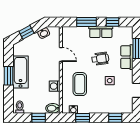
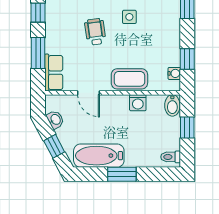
row of seats: (101, 32) -> (54, 73), moved
door: (61, 54) -> (89, 93), swing flipped
bathtub: (21, 72) -> (99, 156), moved
coffee table: (80, 84) -> (129, 79), moved

